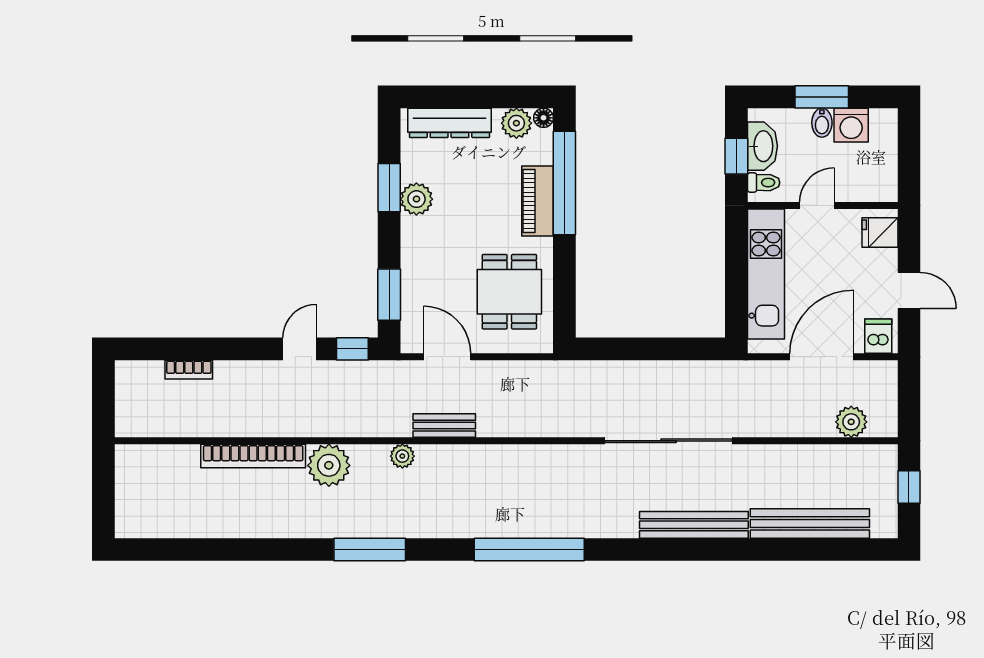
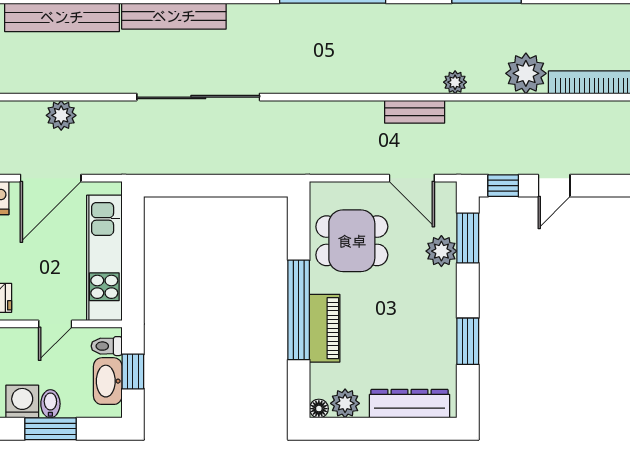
window: (564, 183) -> (299, 310), moved
plant: (416, 199) -> (441, 251), moved
dining table: (509, 292) -> (352, 241), turned 90
plant: (851, 422) -> (61, 115), moved

